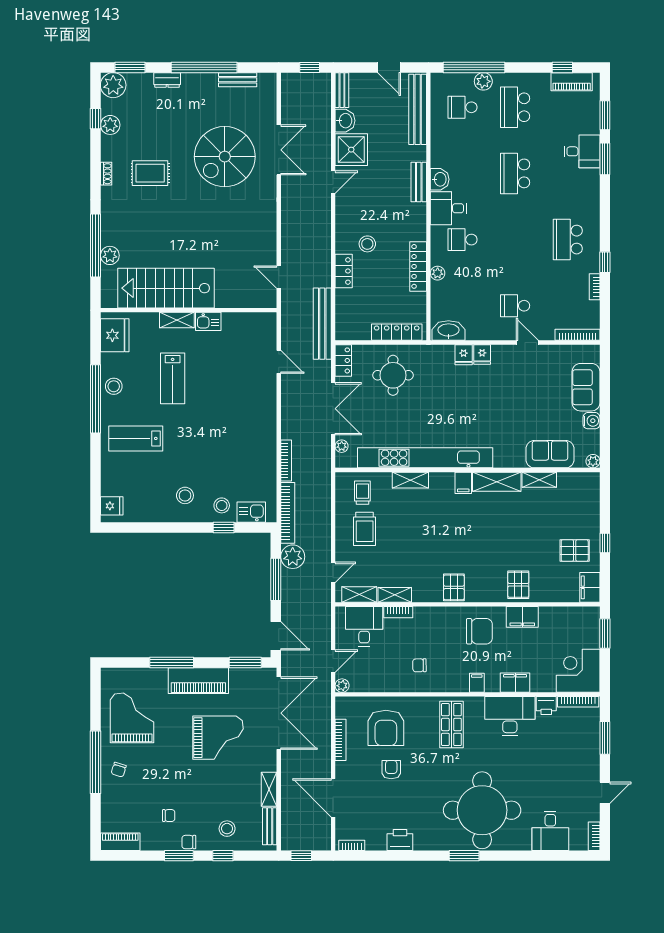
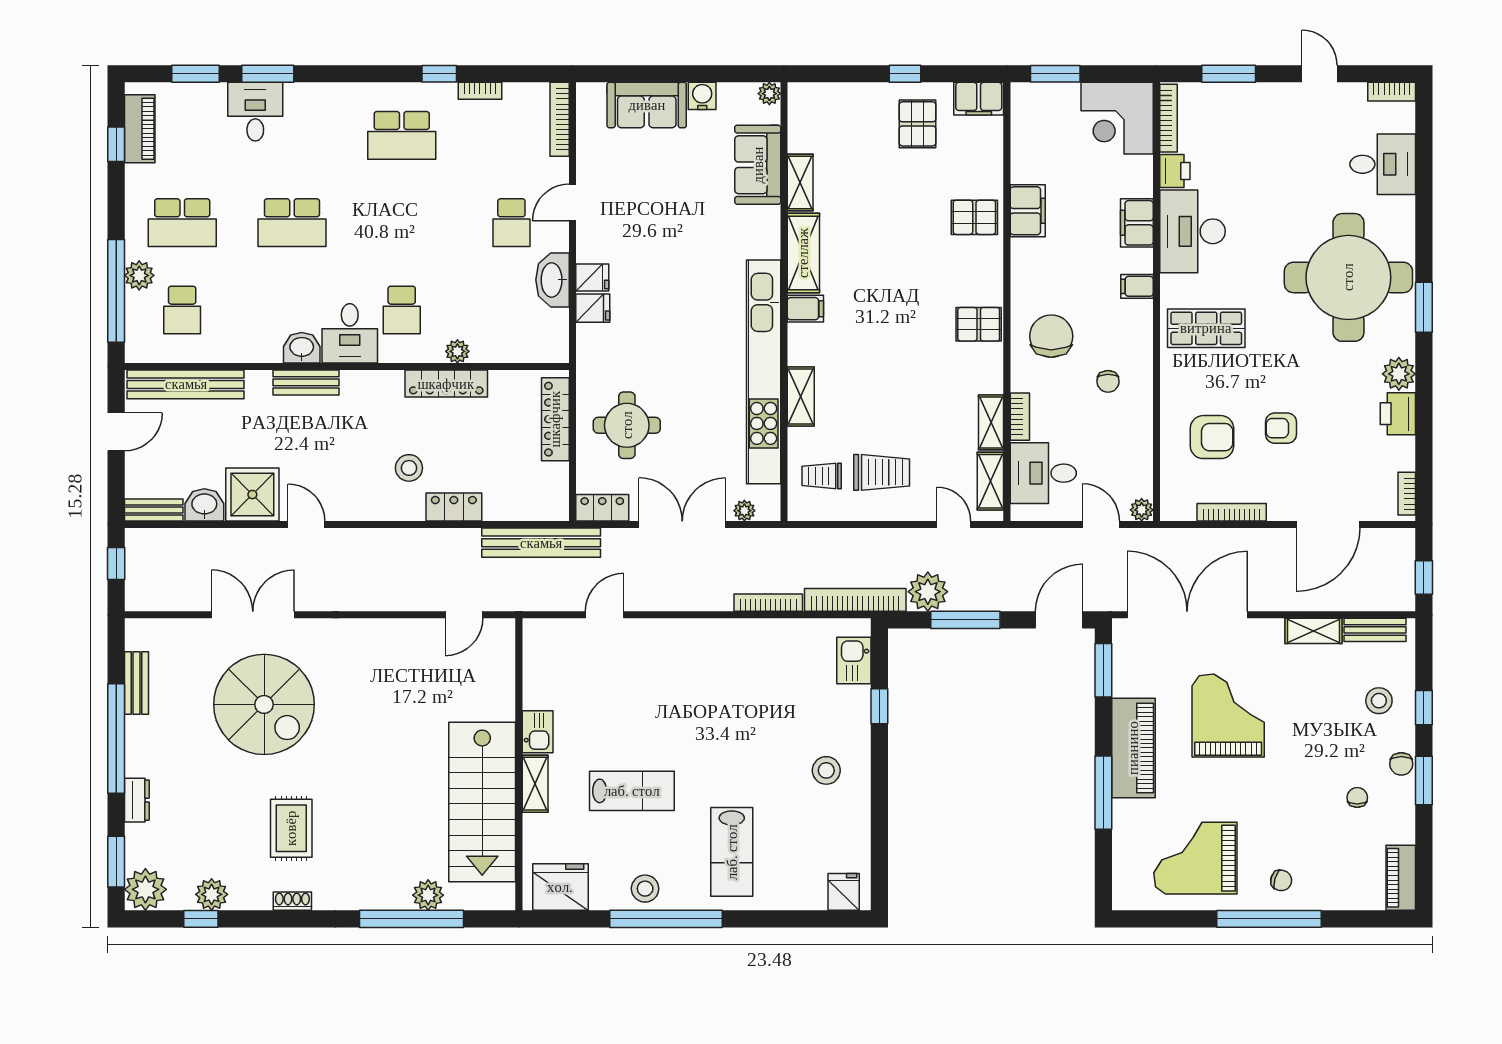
washbasin: (448, 330) -> (553, 280), moved
stool: (222, 505) -> (843, 710), removed
chair: (479, 631) -> (1051, 336), moved
armchair: (386, 728) -> (1212, 437), width x0.73, depth x0.73
plant: (424, 841) -> (1399, 374), added

